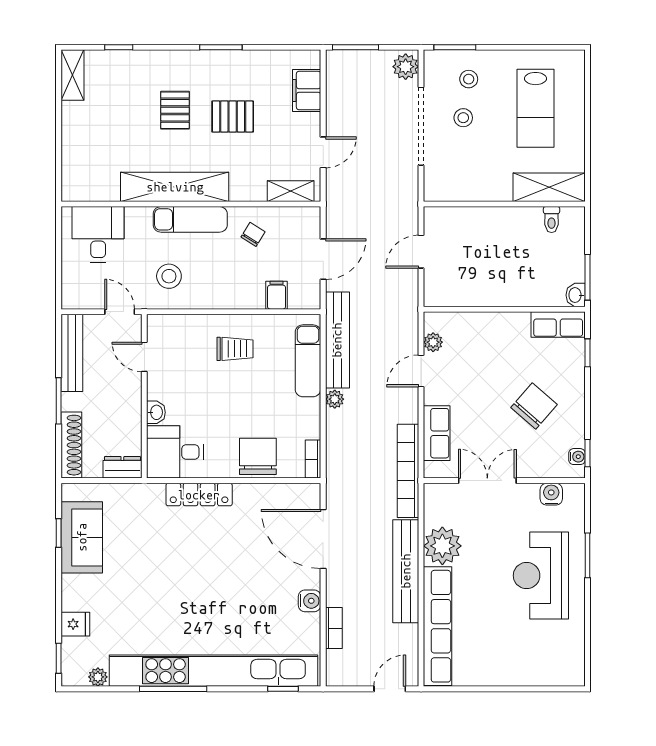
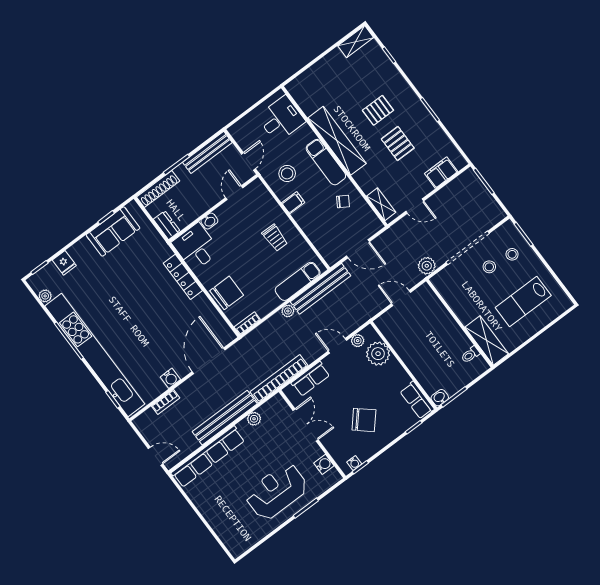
plant: (406, 67) -> (427, 266), moved
filing cabinet: (277, 295) -> (293, 203), moved
plant: (467, 329) -> (378, 354), added
plant: (442, 546) -> (254, 419), width x0.53, depth x0.53

